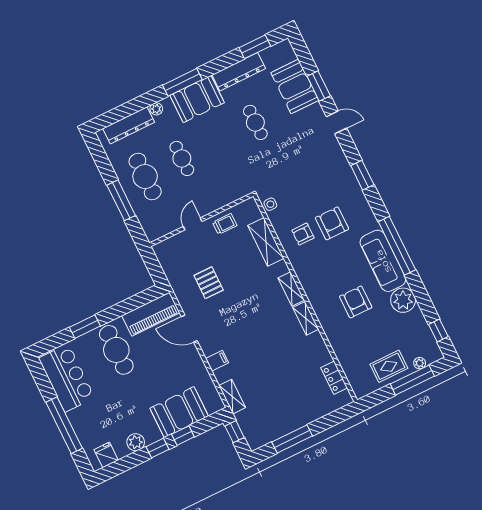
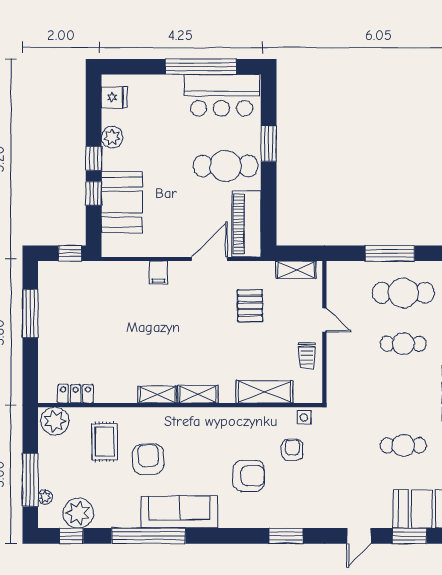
armchair: (303, 234) -> (292, 450), moved
window: (397, 246) -> (149, 536), moved
pallet: (209, 283) -> (250, 306), turned 90
plant: (403, 300) -> (78, 513), moved
armchair: (356, 302) -> (148, 459), turned -93
rug: (389, 366) -> (105, 442), moved
plant: (361, 383) -> (55, 421), added
shelving: (232, 397) -> (296, 270), moved
window: (64, 425) -> (201, 67), moved

